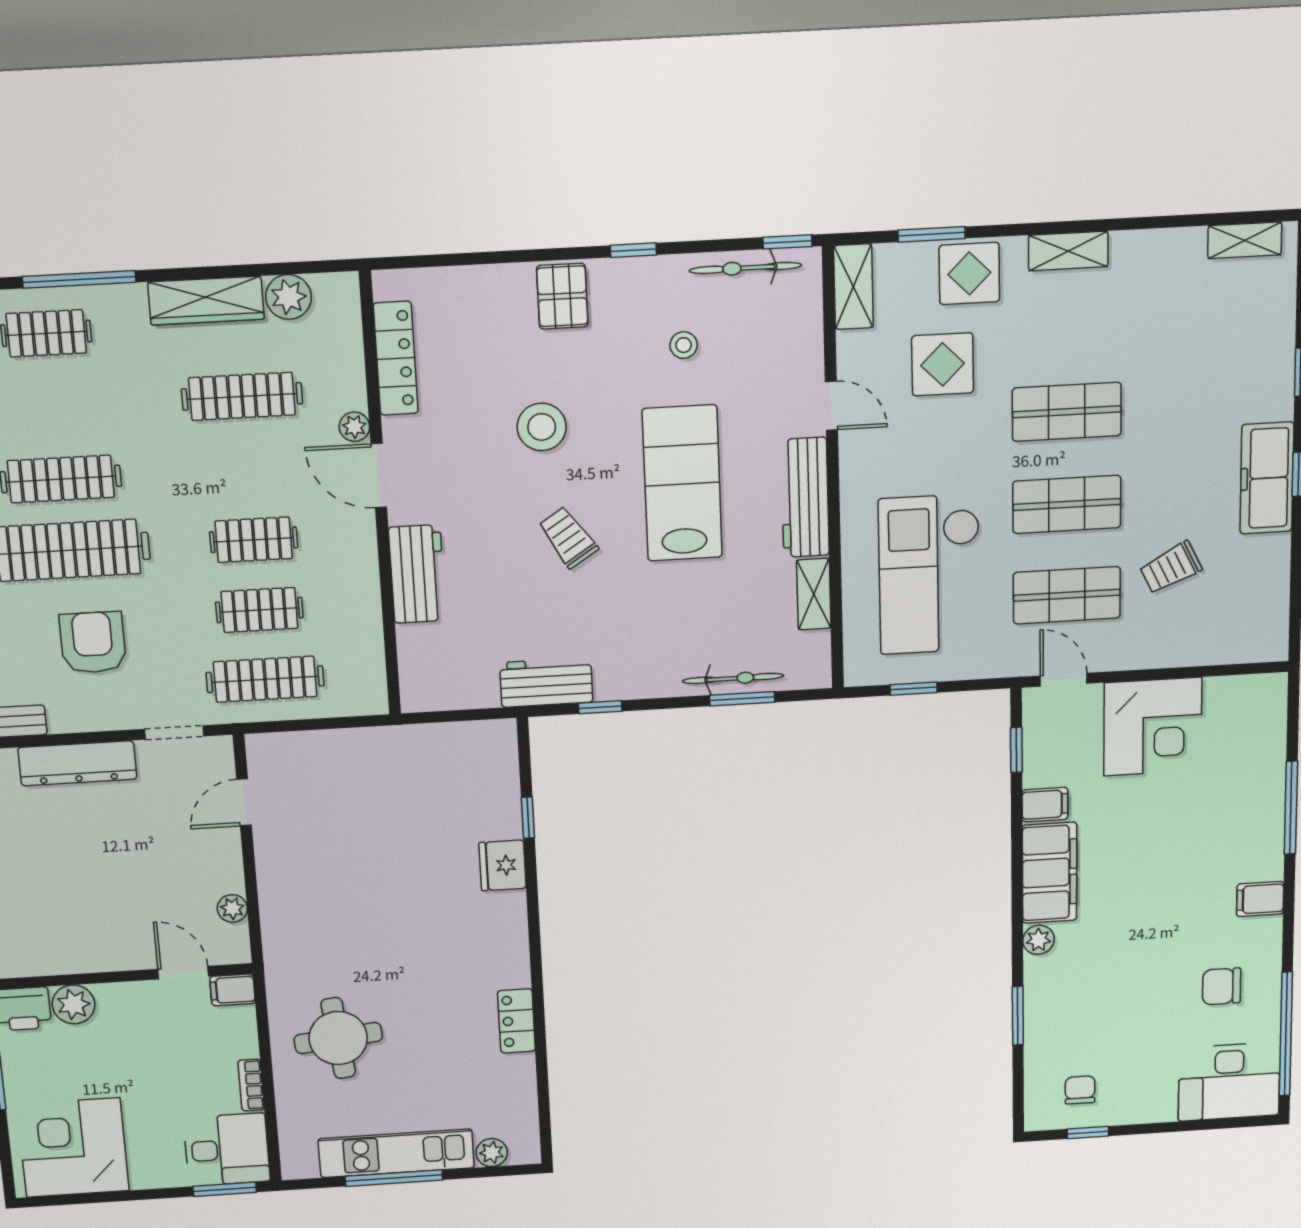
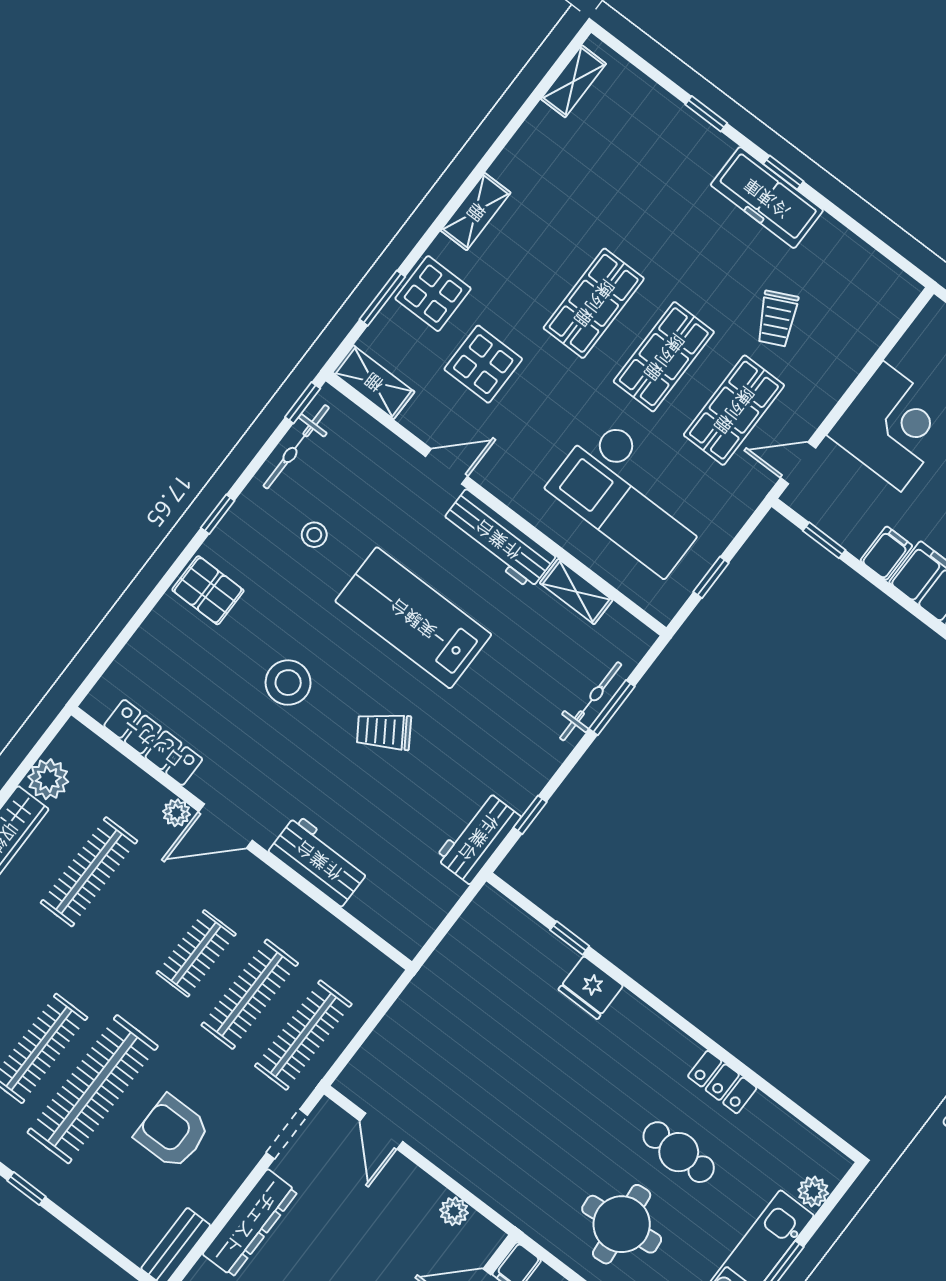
clothes rail: (259, 610) -> (250, 994), width x1.36
cafe table: (433, 1034) -> (679, 1152), added

